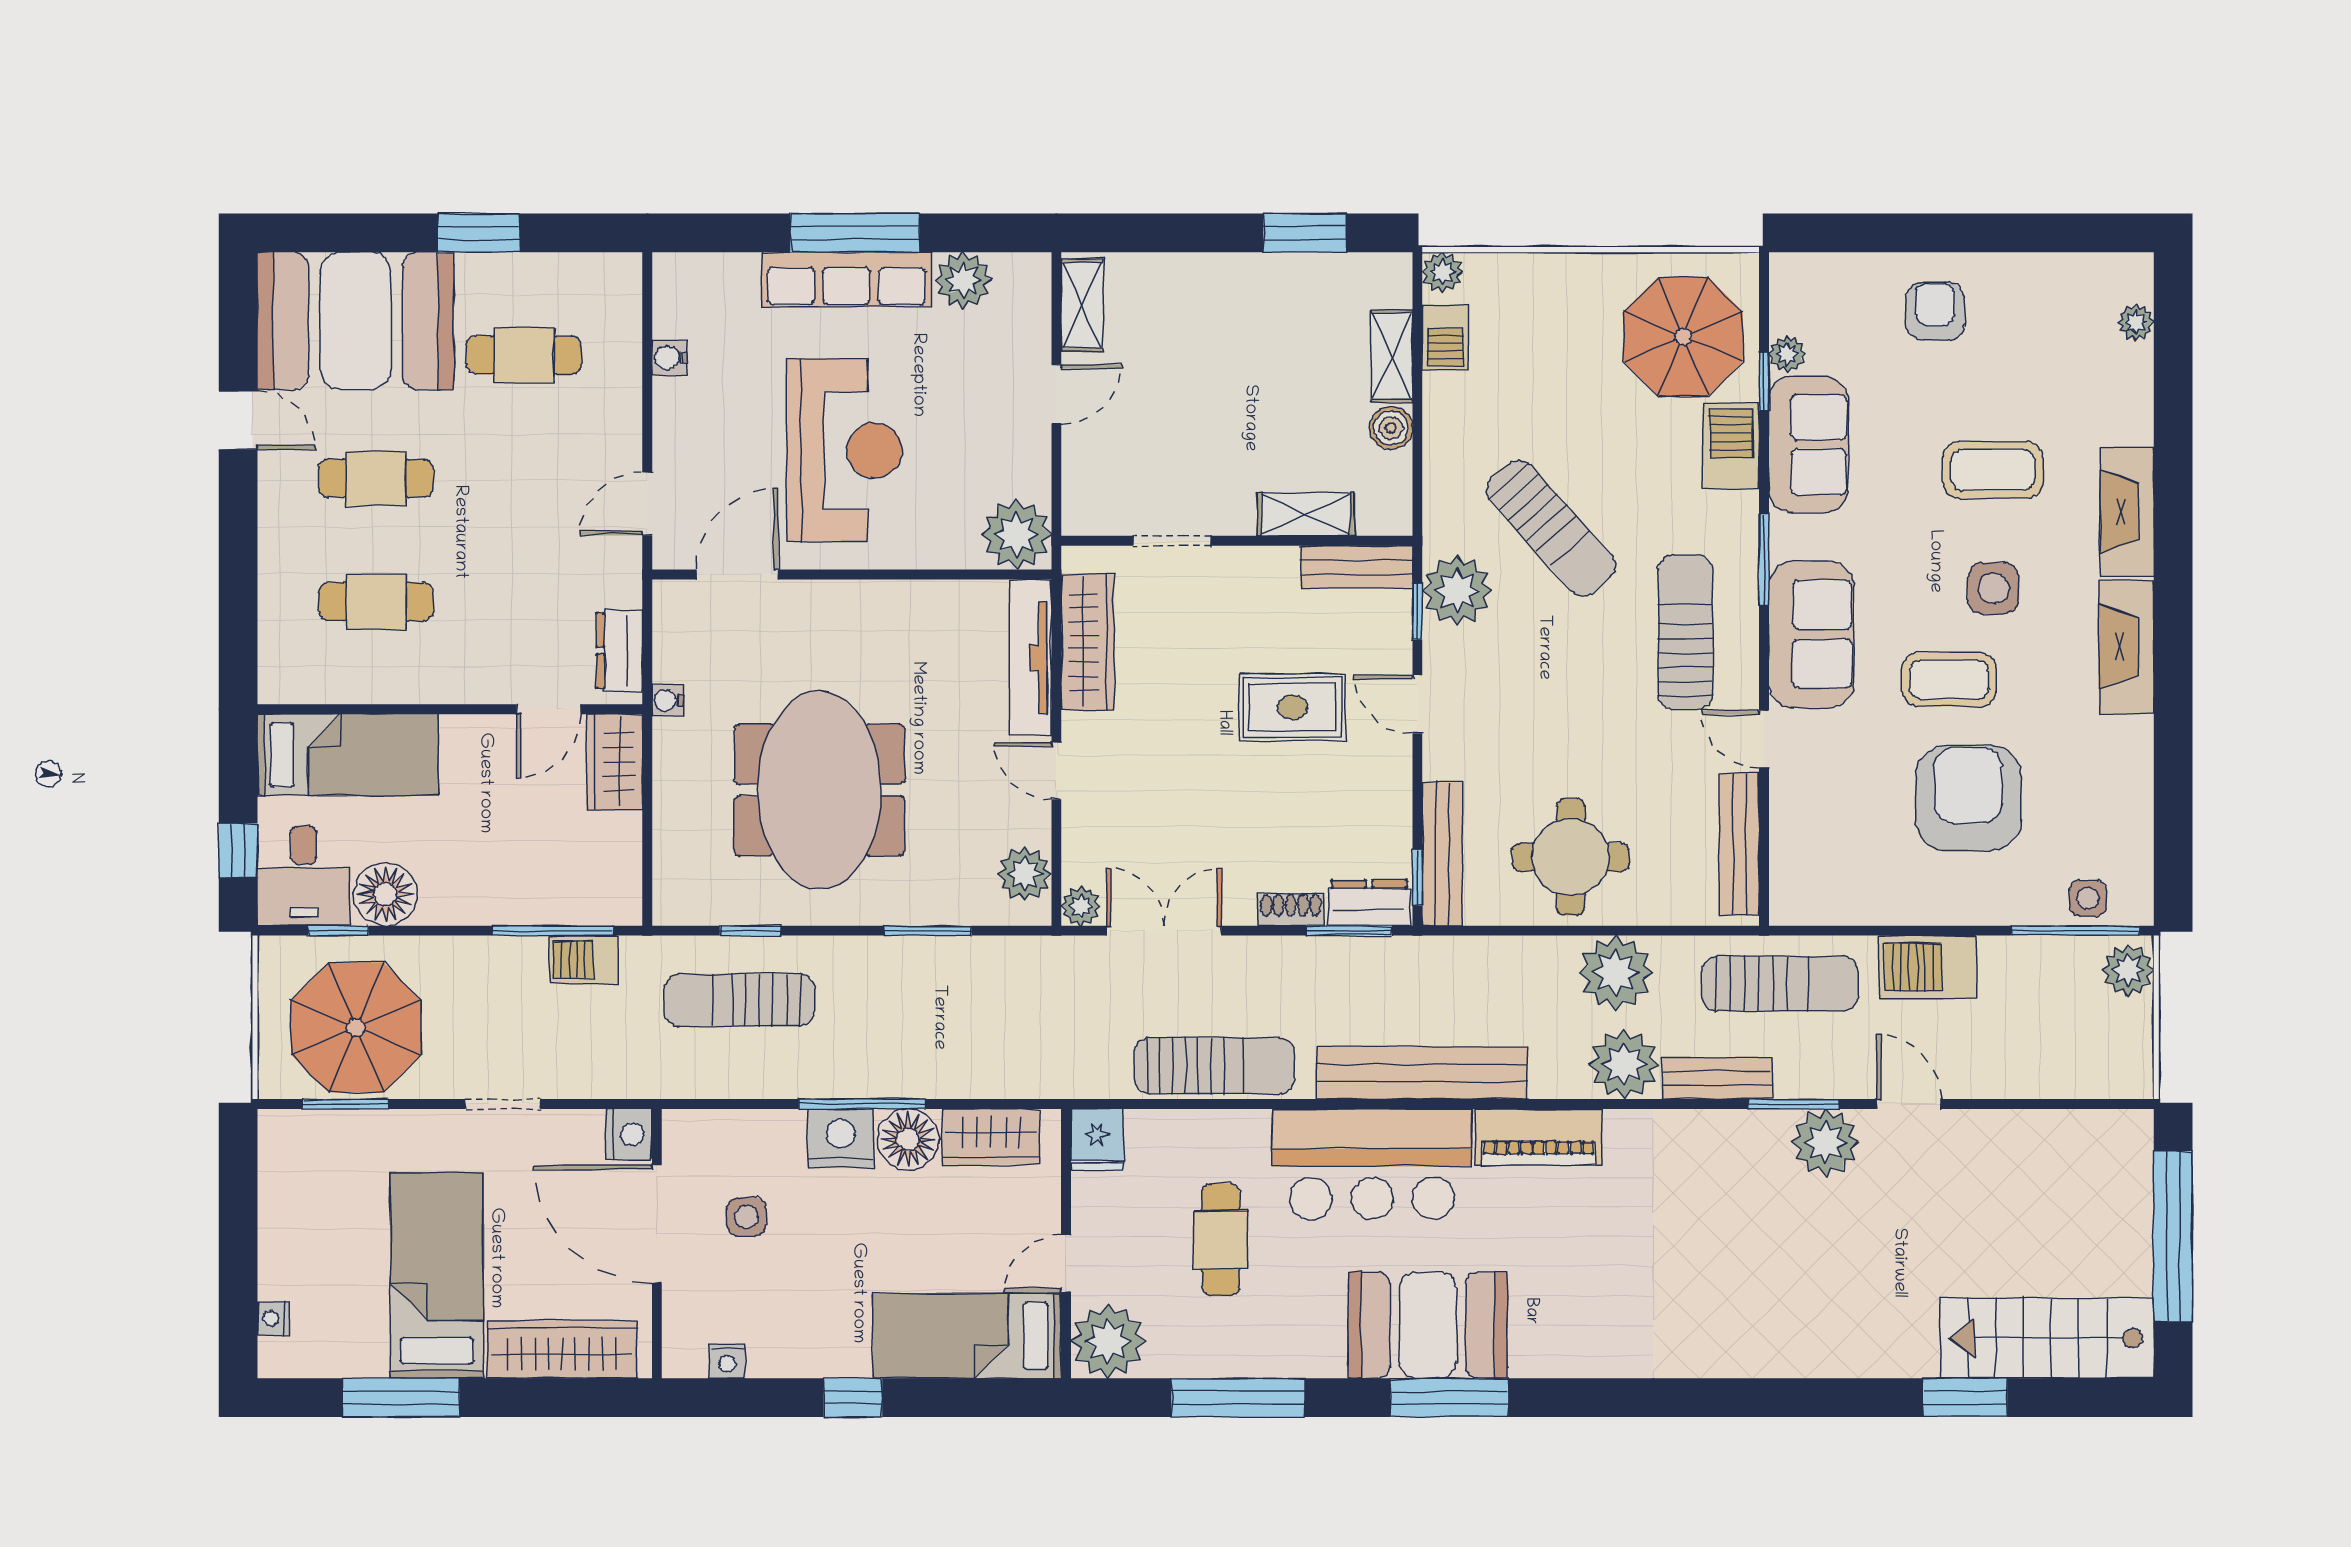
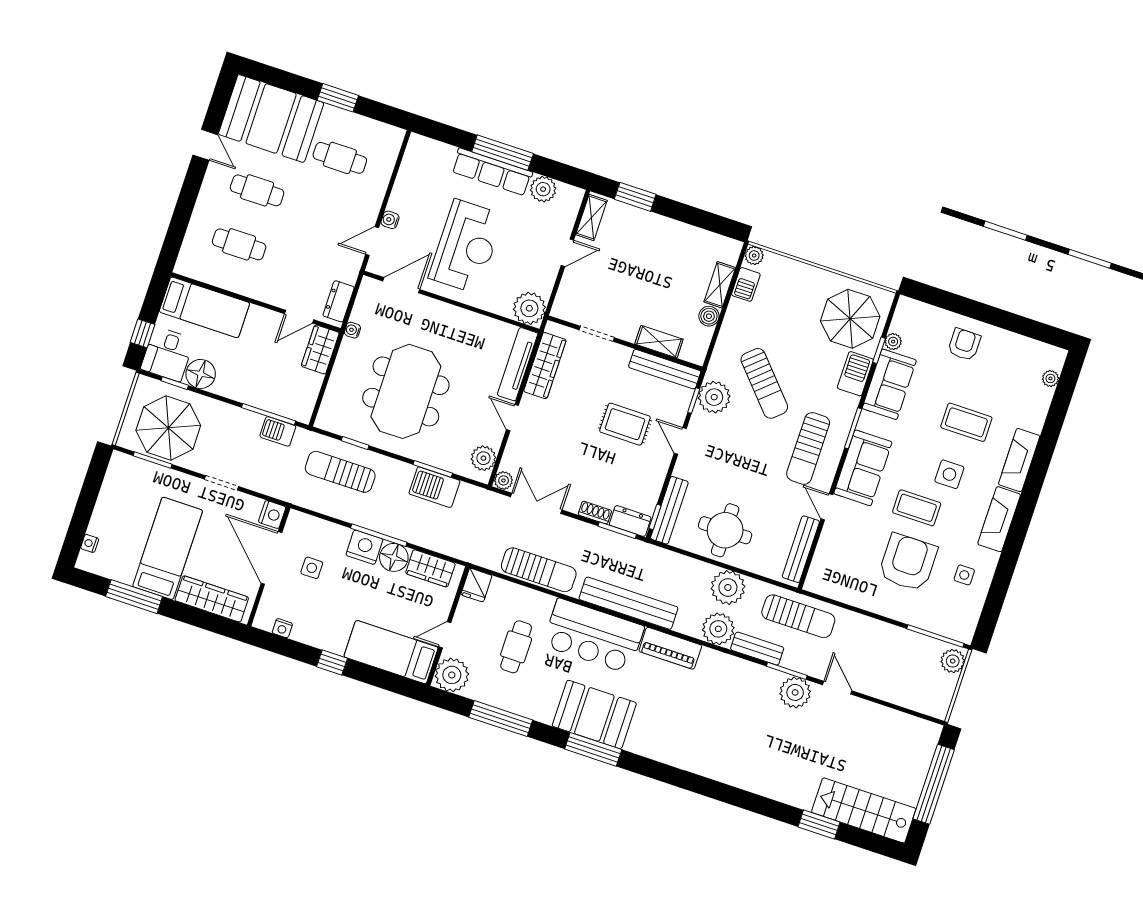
window: (1305, 233) -> (635, 197), moved
water cooler: (669, 358) -> (390, 220), moved
bench: (1357, 567) -> (665, 369), width x1.36
sun lounger: (1685, 632) -> (808, 448), turned 180
side table: (2088, 898) -> (964, 575), moved
barbecue: (1928, 967) -> (434, 487), moved

